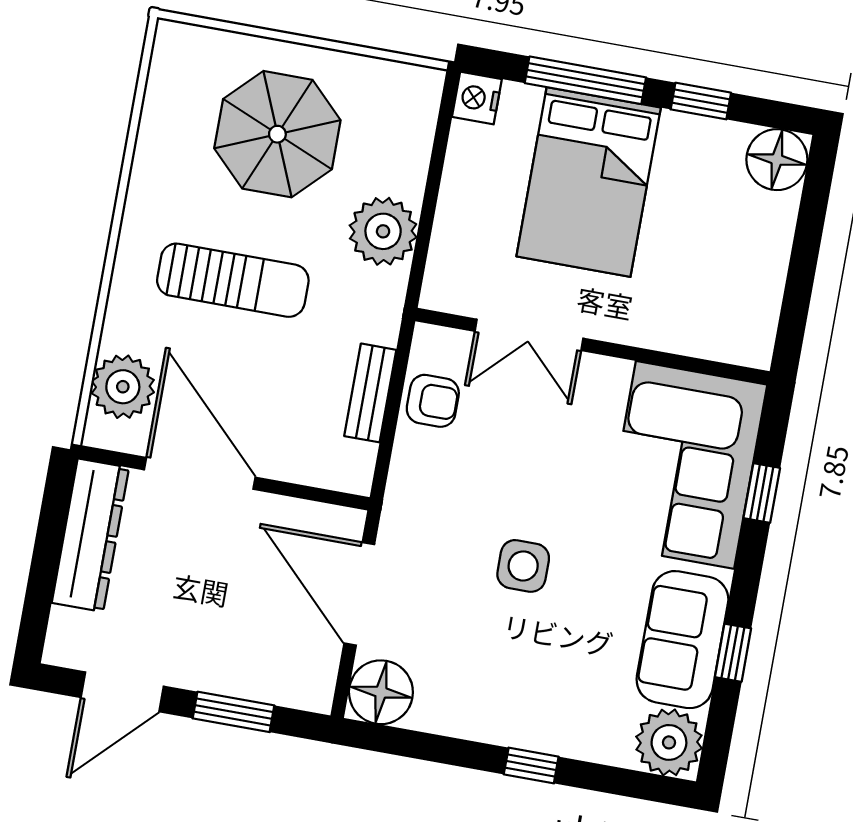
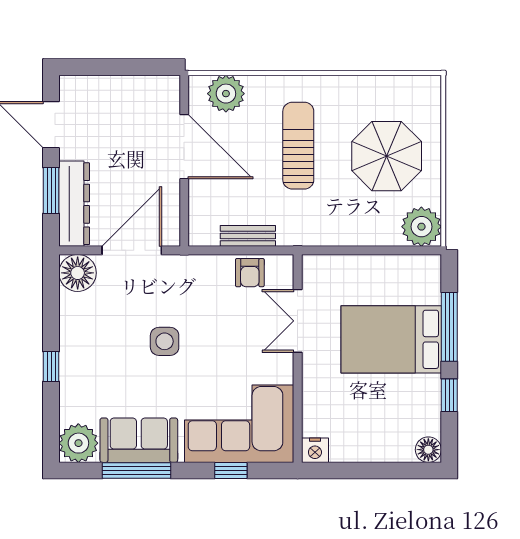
nightstand: (477, 98) -> (315, 450), moved, turned 180
floor lamp: (777, 160) -> (428, 450), width x0.73, depth x0.73
plant: (383, 231) -> (421, 227), moved
sun lounger: (233, 280) -> (298, 146), turned 180
door: (200, 473) -> (184, 147), hinge flipped
dresser: (90, 535) -> (74, 204), moved, turned -90
window: (733, 653) -> (136, 471), width x2.17

